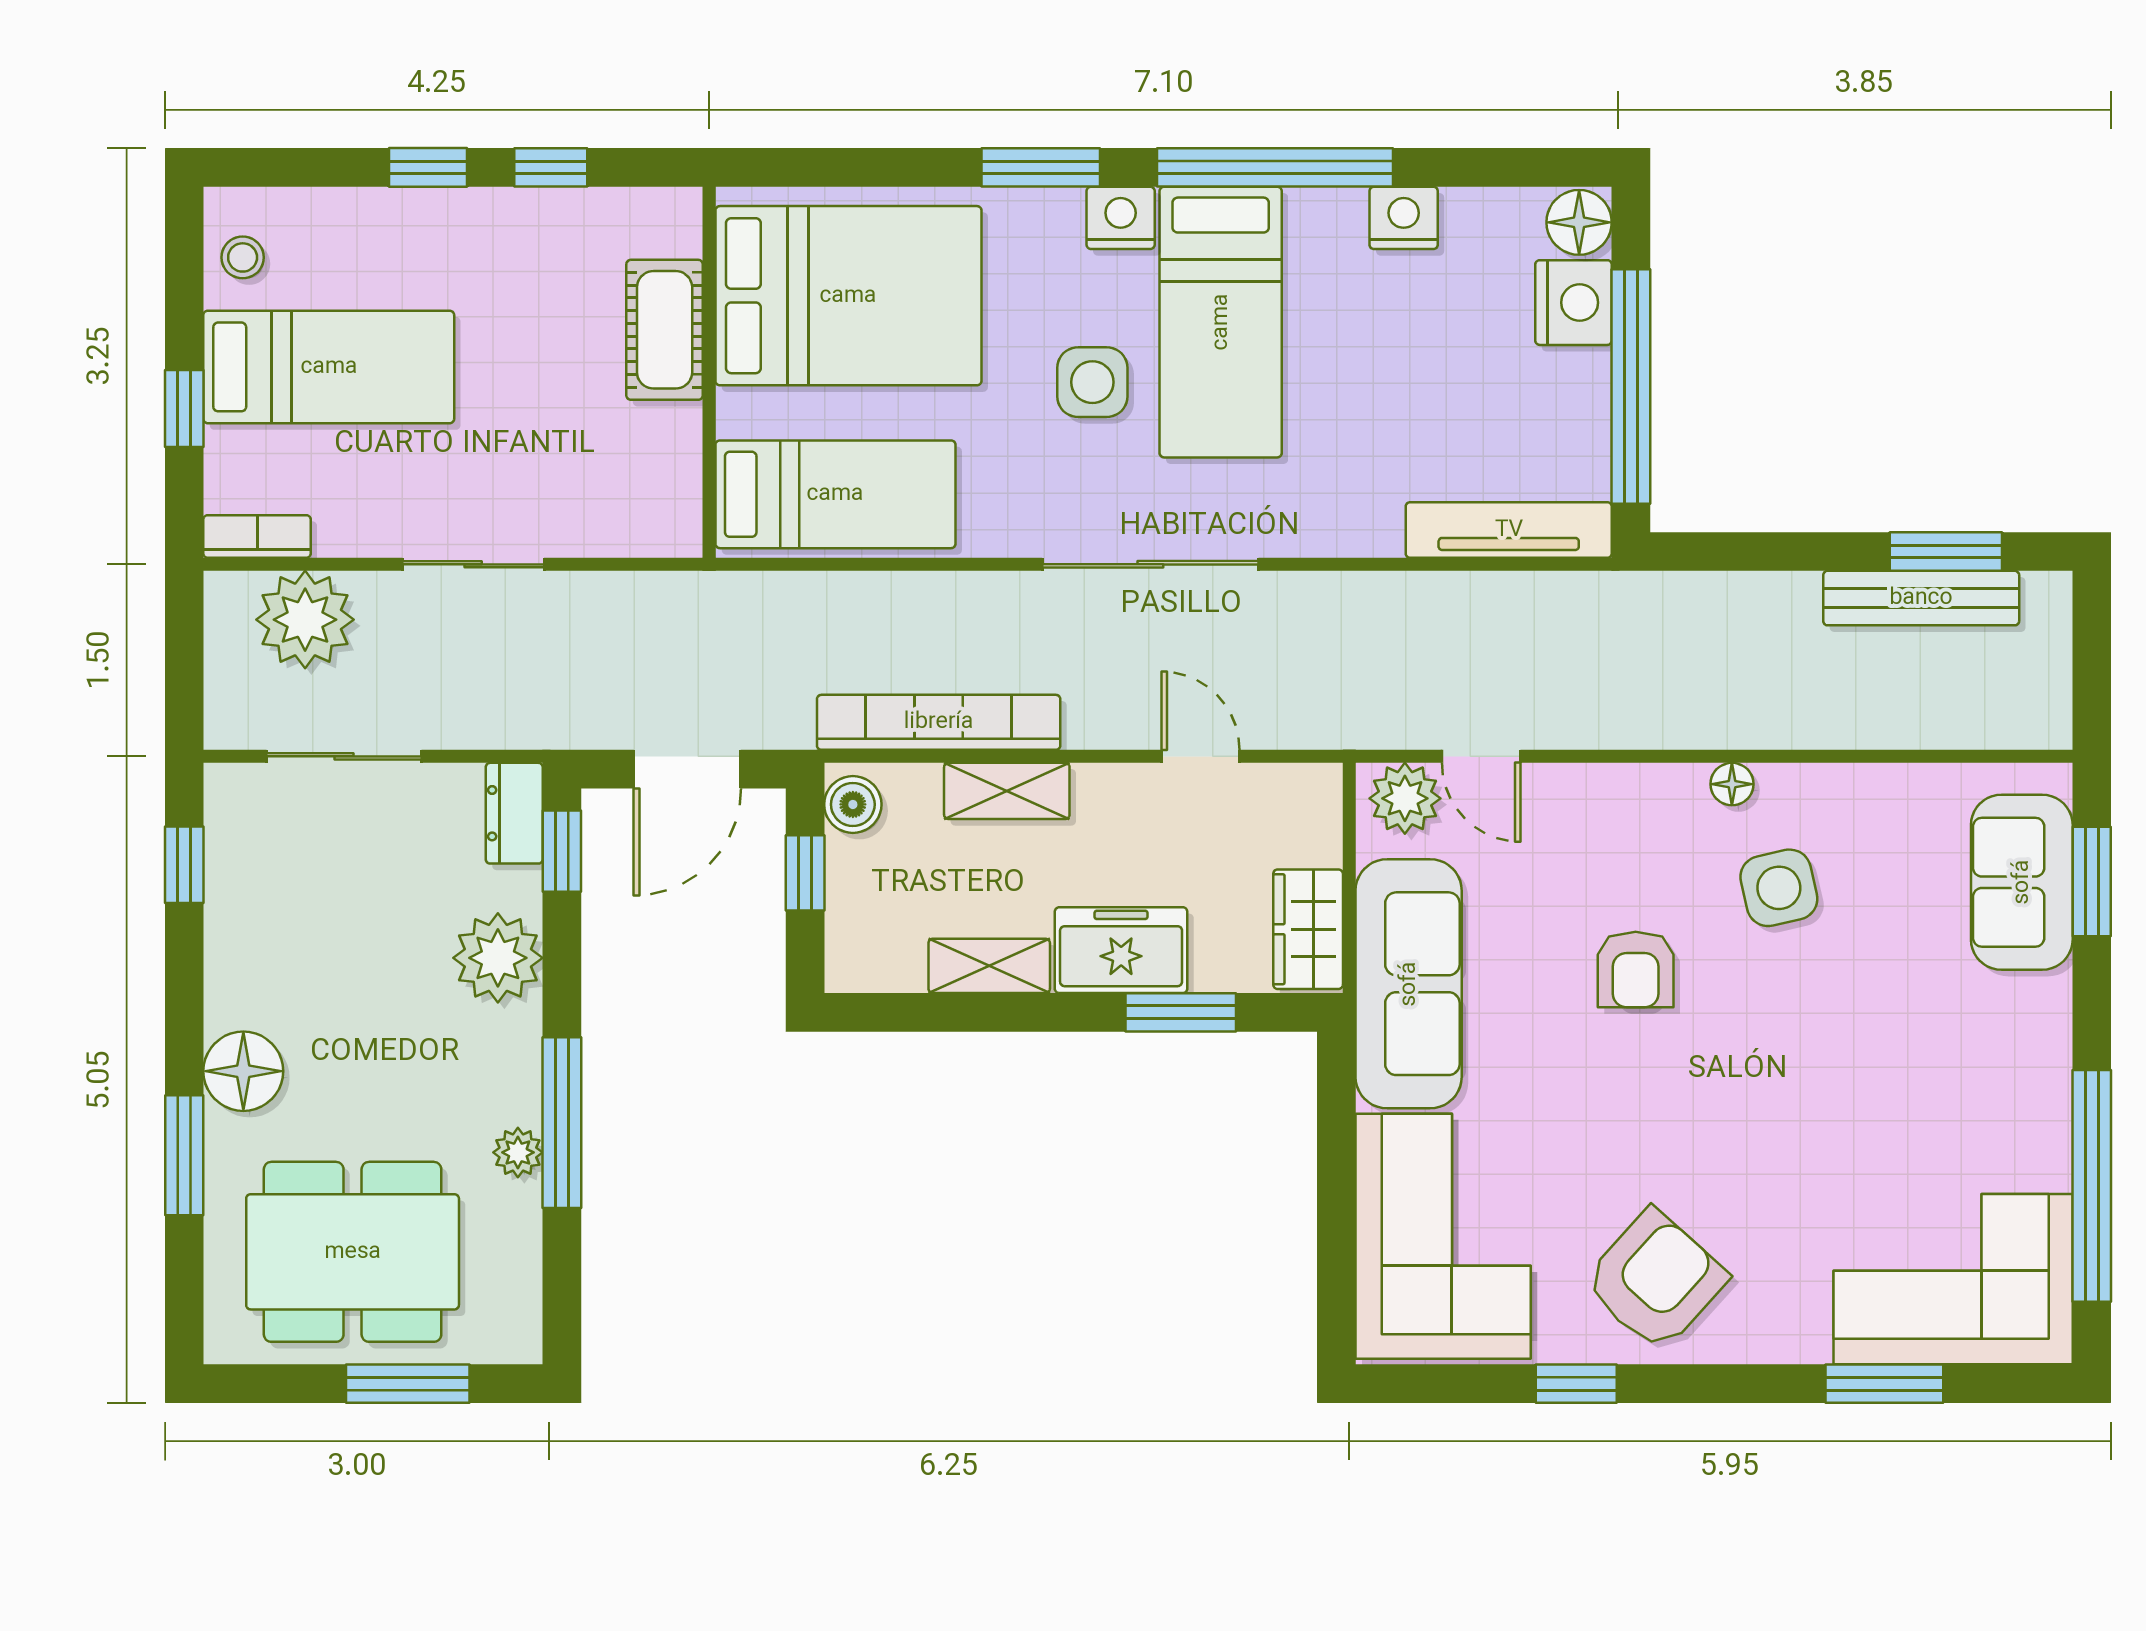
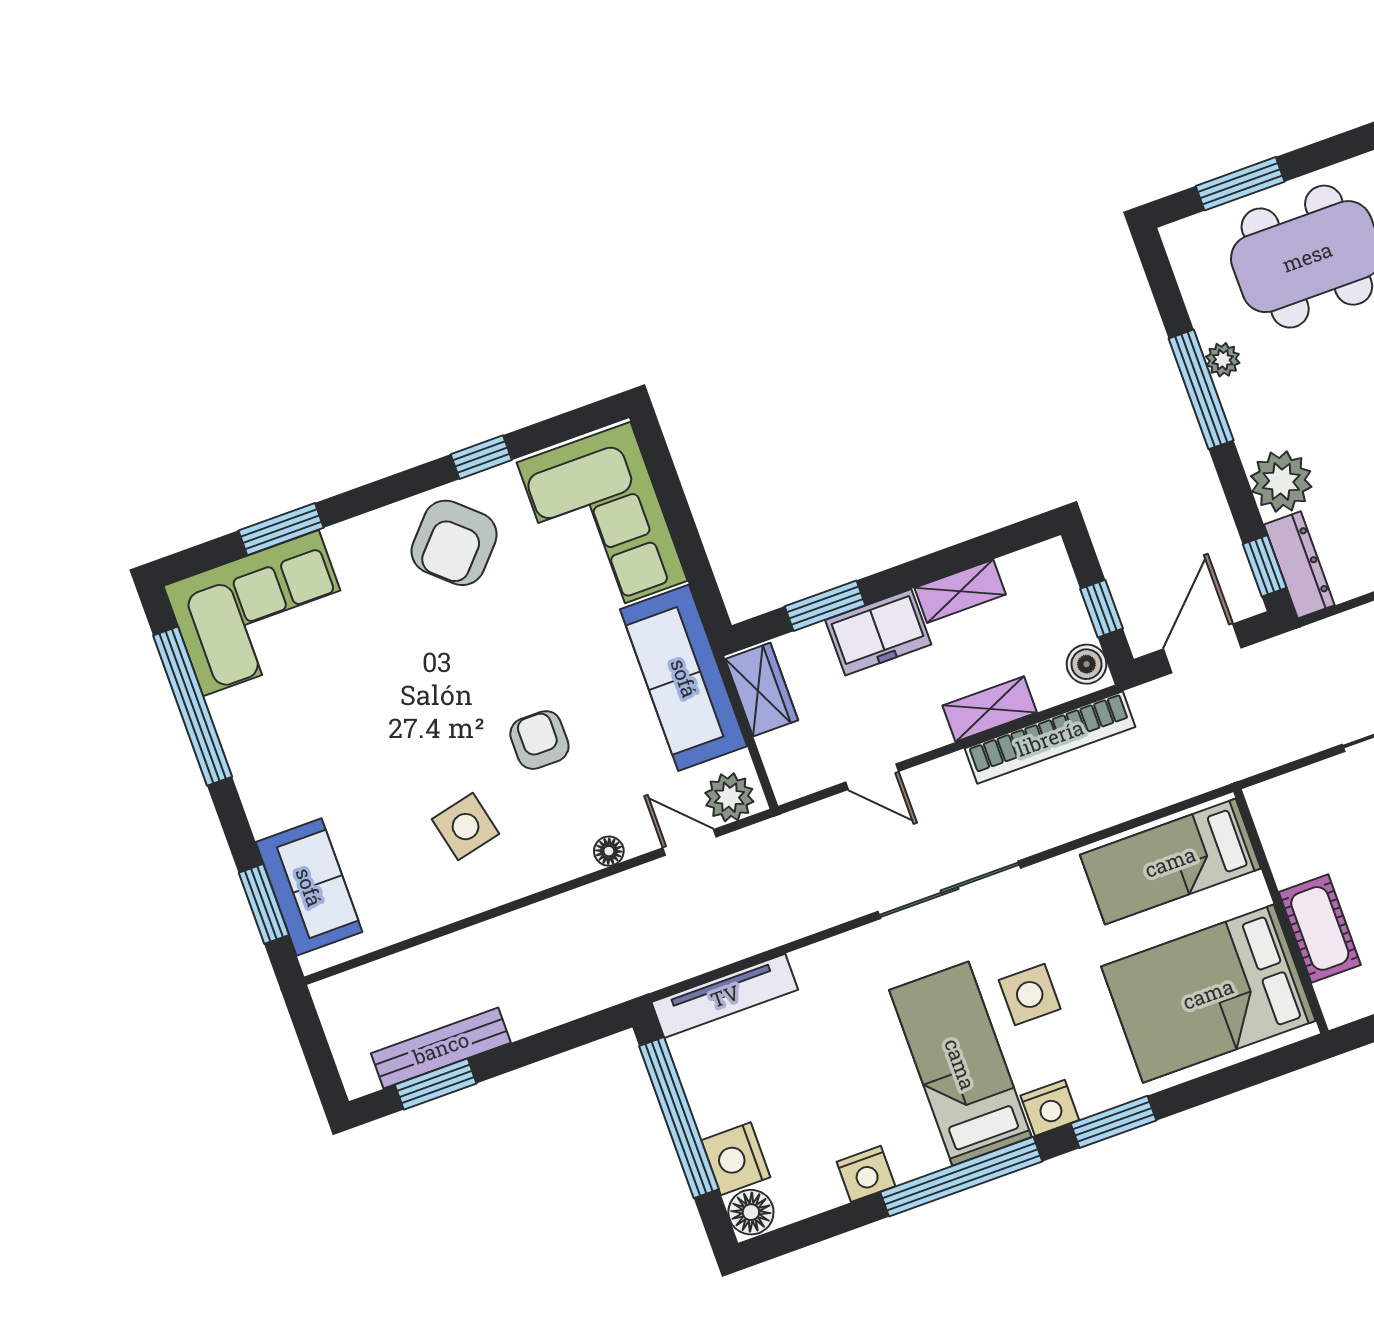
floor lamp: (1732, 784) -> (609, 851), moved
dresser: (514, 813) -> (1299, 565), width x1.44

